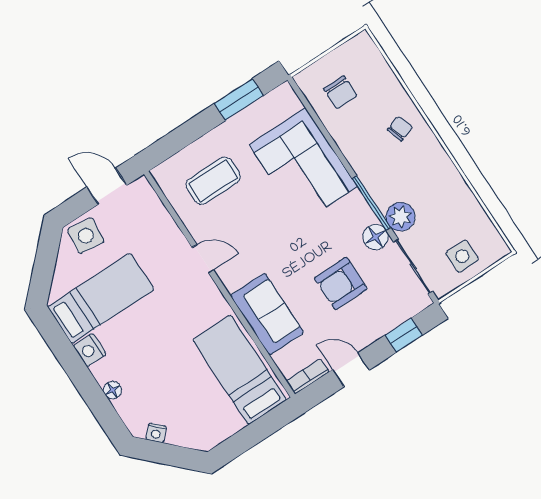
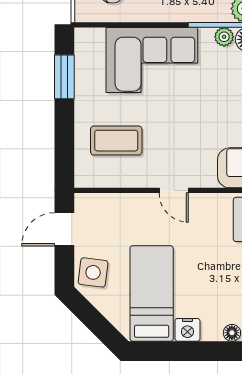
coffee table: (213, 181) -> (116, 141), turned 90
plant: (364, 215) -> (224, 37), added
door: (203, 259) -> (174, 190), swing flipped

